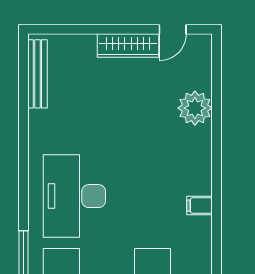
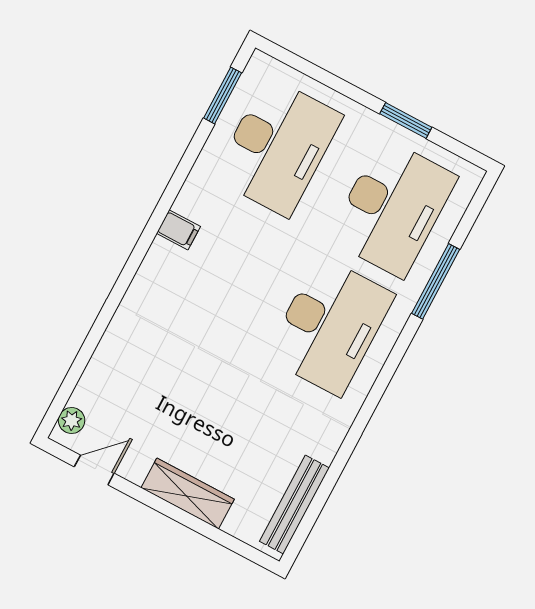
wardrobe: (128, 46) -> (188, 493), moved
plant: (195, 108) -> (72, 421), moved, width x0.53, depth x0.53

